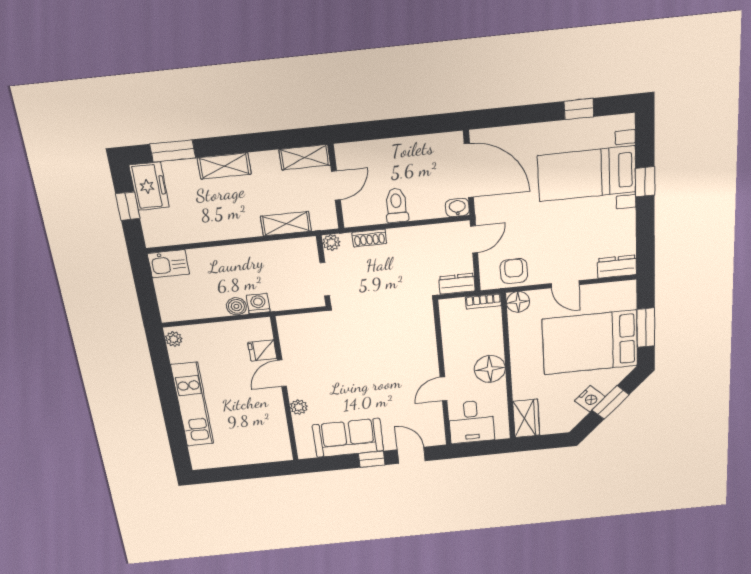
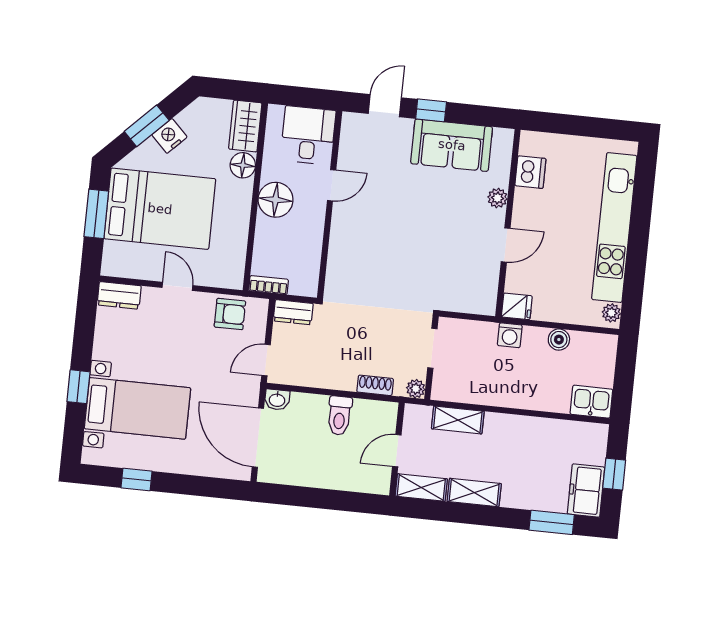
shelving: (224, 166) -> (474, 493), moved
armchair: (514, 271) -> (230, 314), turned -90
floor lamp: (518, 302) -> (243, 165), moved
boiler: (236, 306) -> (559, 340), moved
fridge: (262, 350) -> (517, 306), moved
kitchen unit: (192, 404) -> (614, 228), width x1.36
dishwasher: (276, 431) -> (530, 172), added
door: (411, 455) -> (385, 106), swing flipped

